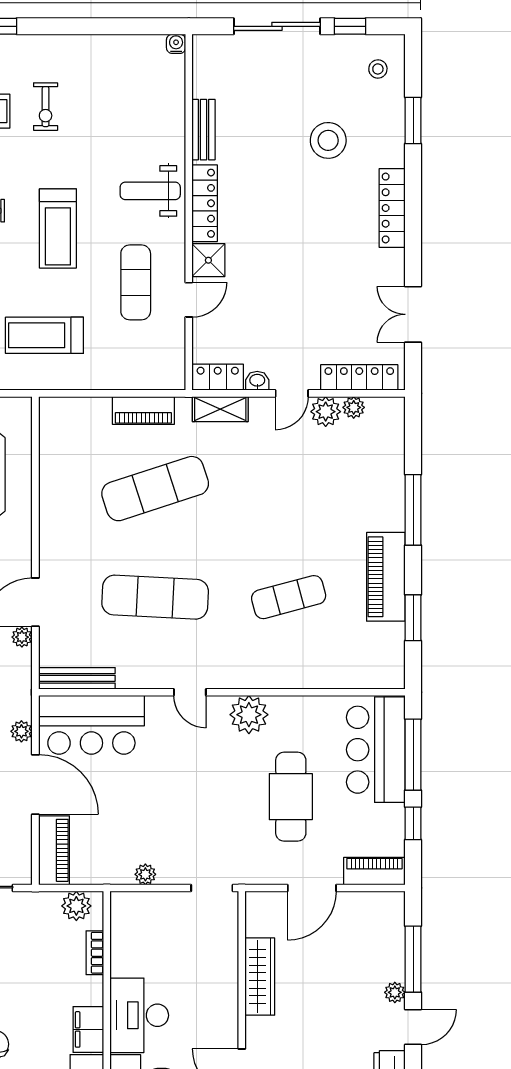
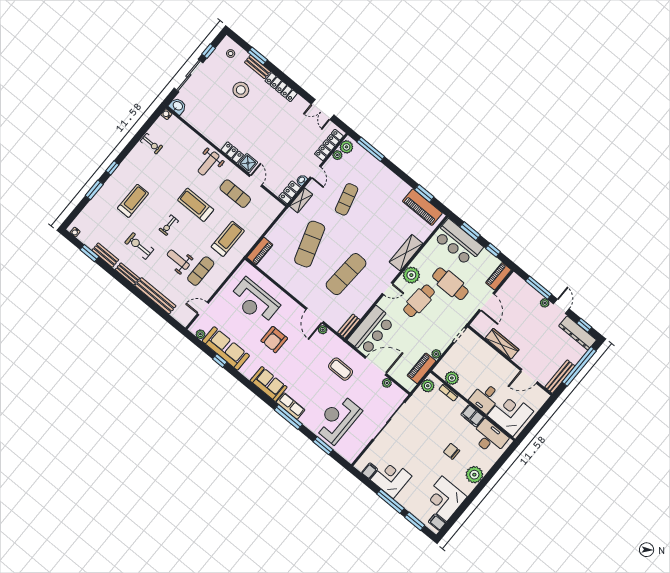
washbasin: (207, 52) -> (178, 106), added
exercise bike: (46, 107) -> (151, 144), moved
bench: (203, 130) -> (258, 67), moved
locker: (205, 203) -> (232, 152), width x0.66
treadmill: (58, 228) -> (196, 205), turned 180
treadmill: (44, 335) -> (228, 239), turned 180
piano: (143, 410) -> (260, 251), moved
plant: (326, 412) -> (346, 147), moved
window: (413, 510) -> (371, 149), moved
piano: (386, 577) -> (422, 207), moved
exercise mat: (289, 597) -> (347, 199), moved
shelving: (281, 672) -> (406, 253), added
bench: (77, 678) -> (349, 326), width x0.73
plant: (21, 731) -> (387, 383), moved
window: (413, 755) -> (470, 231), width x0.69
cafe table: (214, 766) -> (419, 301), added
piano: (54, 850) -> (422, 368), moved, turned -90
plant: (125, 937) -> (452, 378), added
desk: (139, 1015) -> (485, 398), width x0.73

